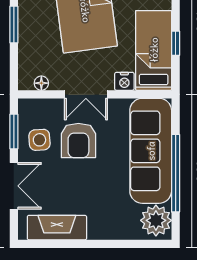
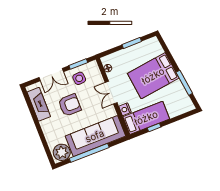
armchair: (78, 141) -> (70, 105), moved, turned 180

